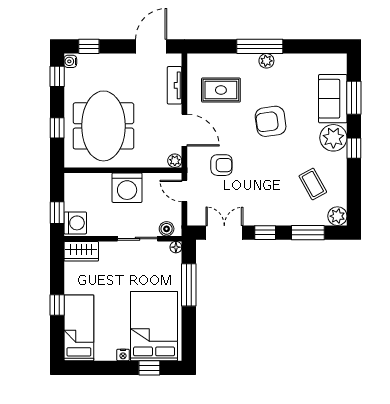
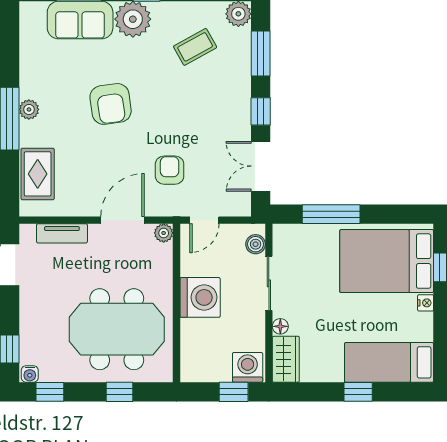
rug: (221, 90) -> (38, 174), moved
floor lamp: (176, 247) -> (280, 326), moved

